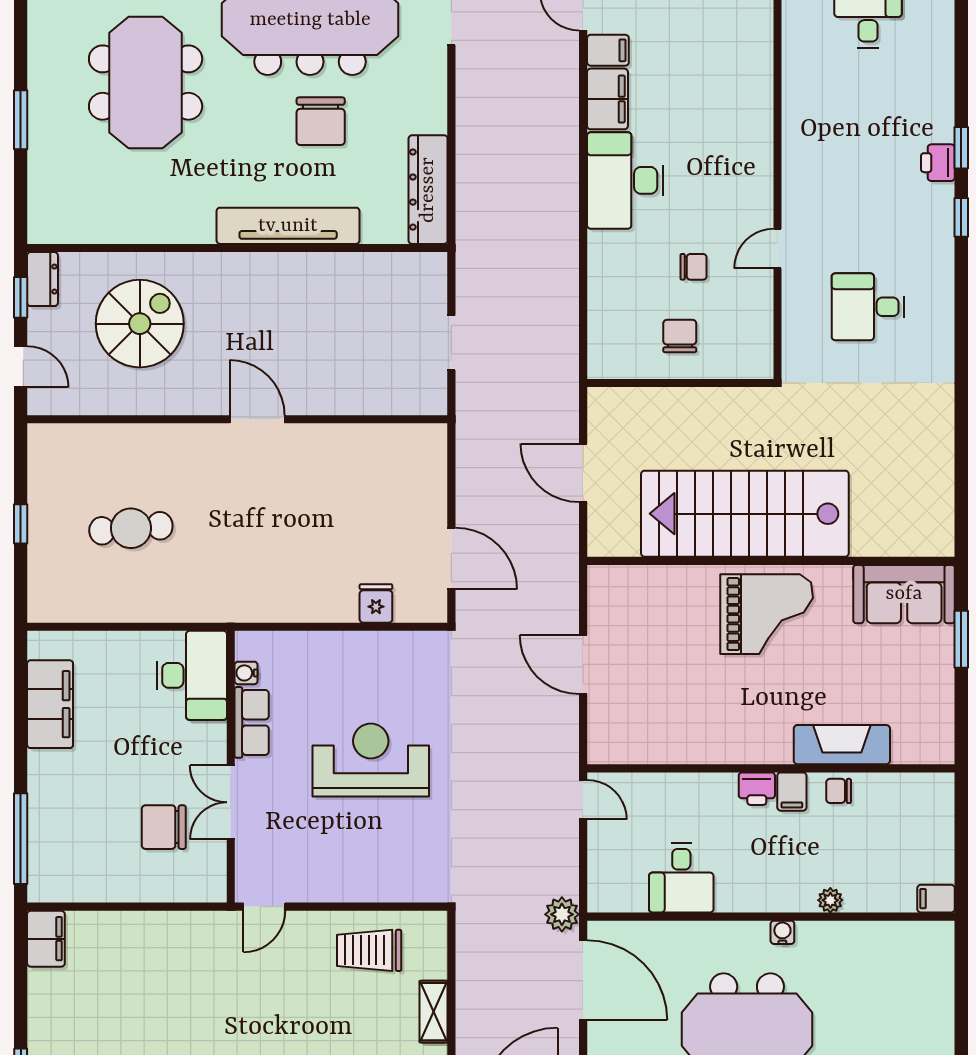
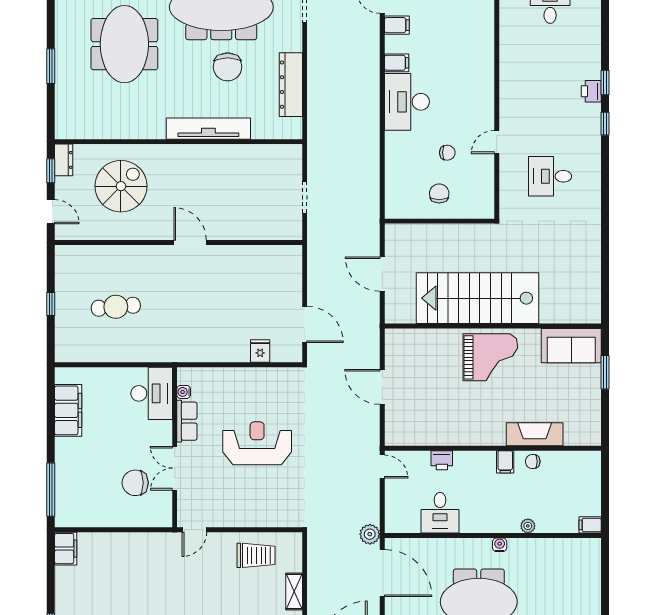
filing cabinet: (607, 99) -> (397, 63), width x0.50
dresser: (428, 190) -> (291, 85), moved
printer: (757, 789) -> (442, 460), moved
trolley: (369, 950) -> (256, 555), turned 180

